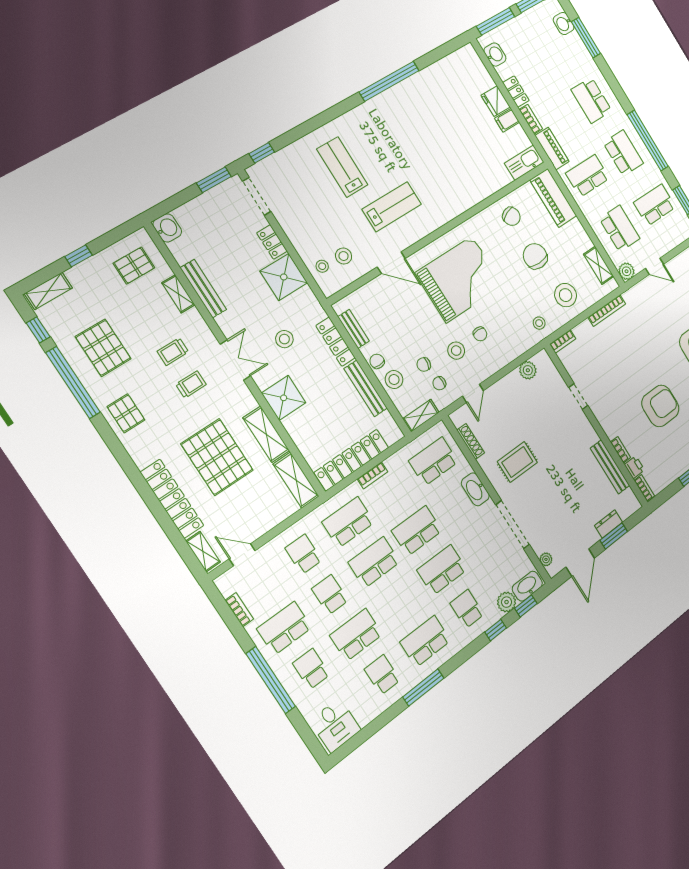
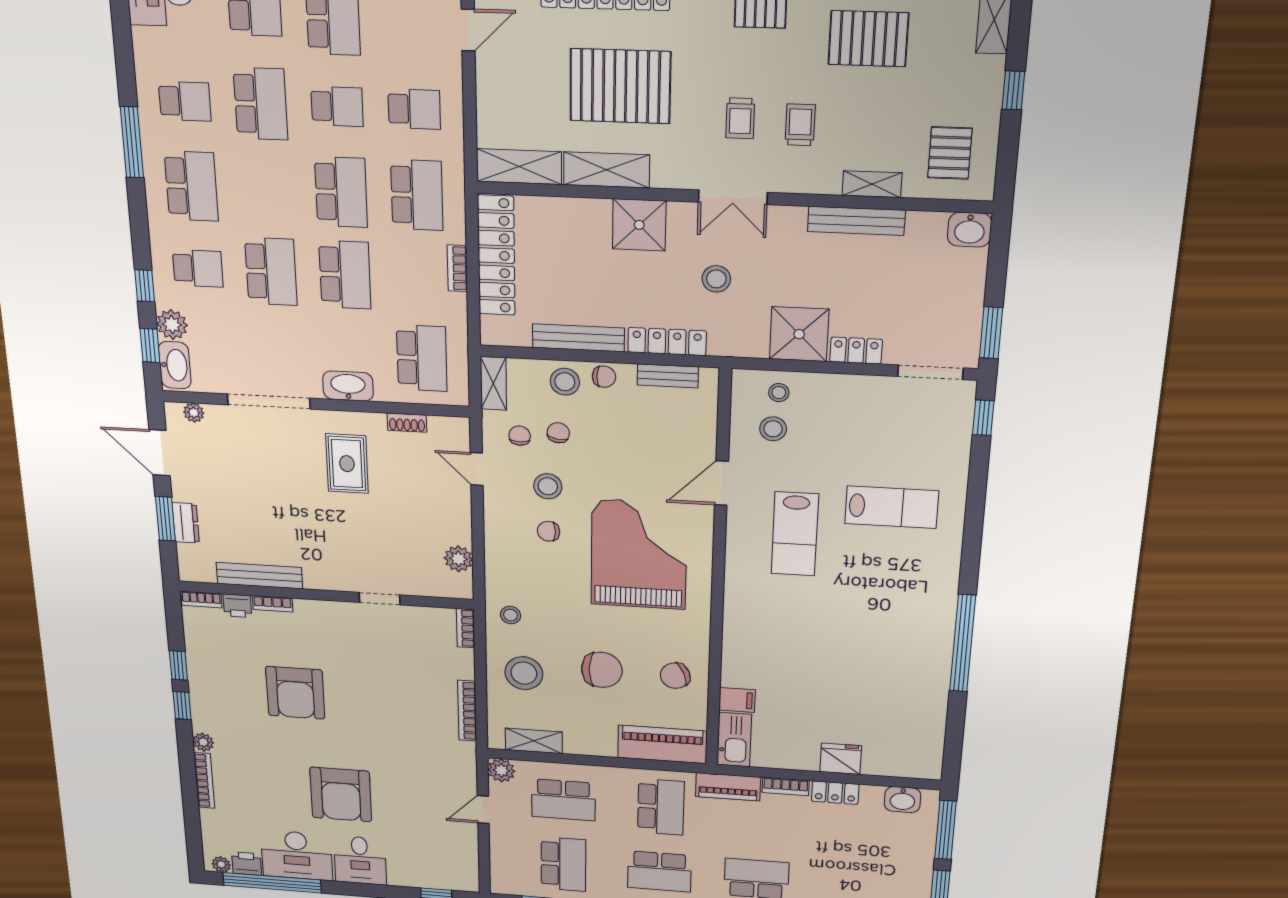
filing cabinet: (507, 120) -> (737, 700), moved, turned 90
grand piano: (459, 279) -> (639, 554), turned 180
shoe rack: (471, 441) -> (407, 423), width x0.70

